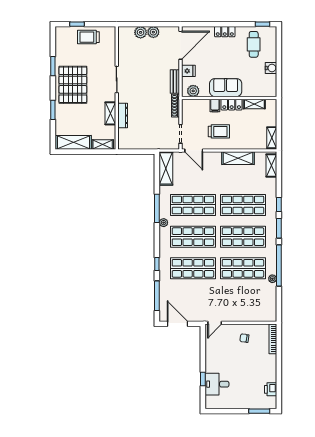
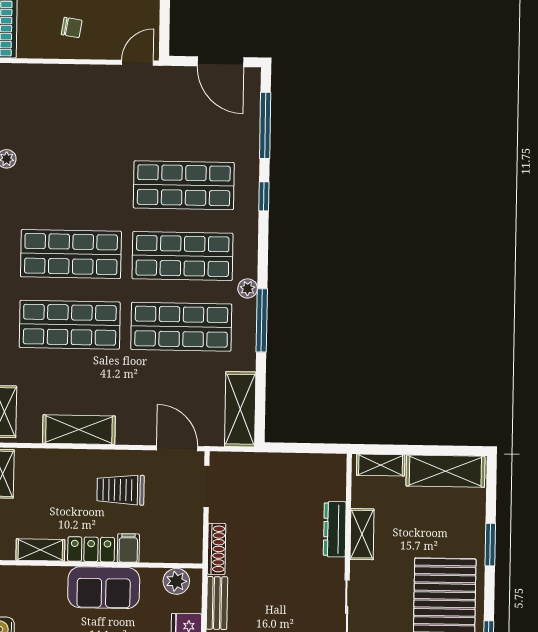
shop shelf: (243, 268) -> (72, 183), removed

